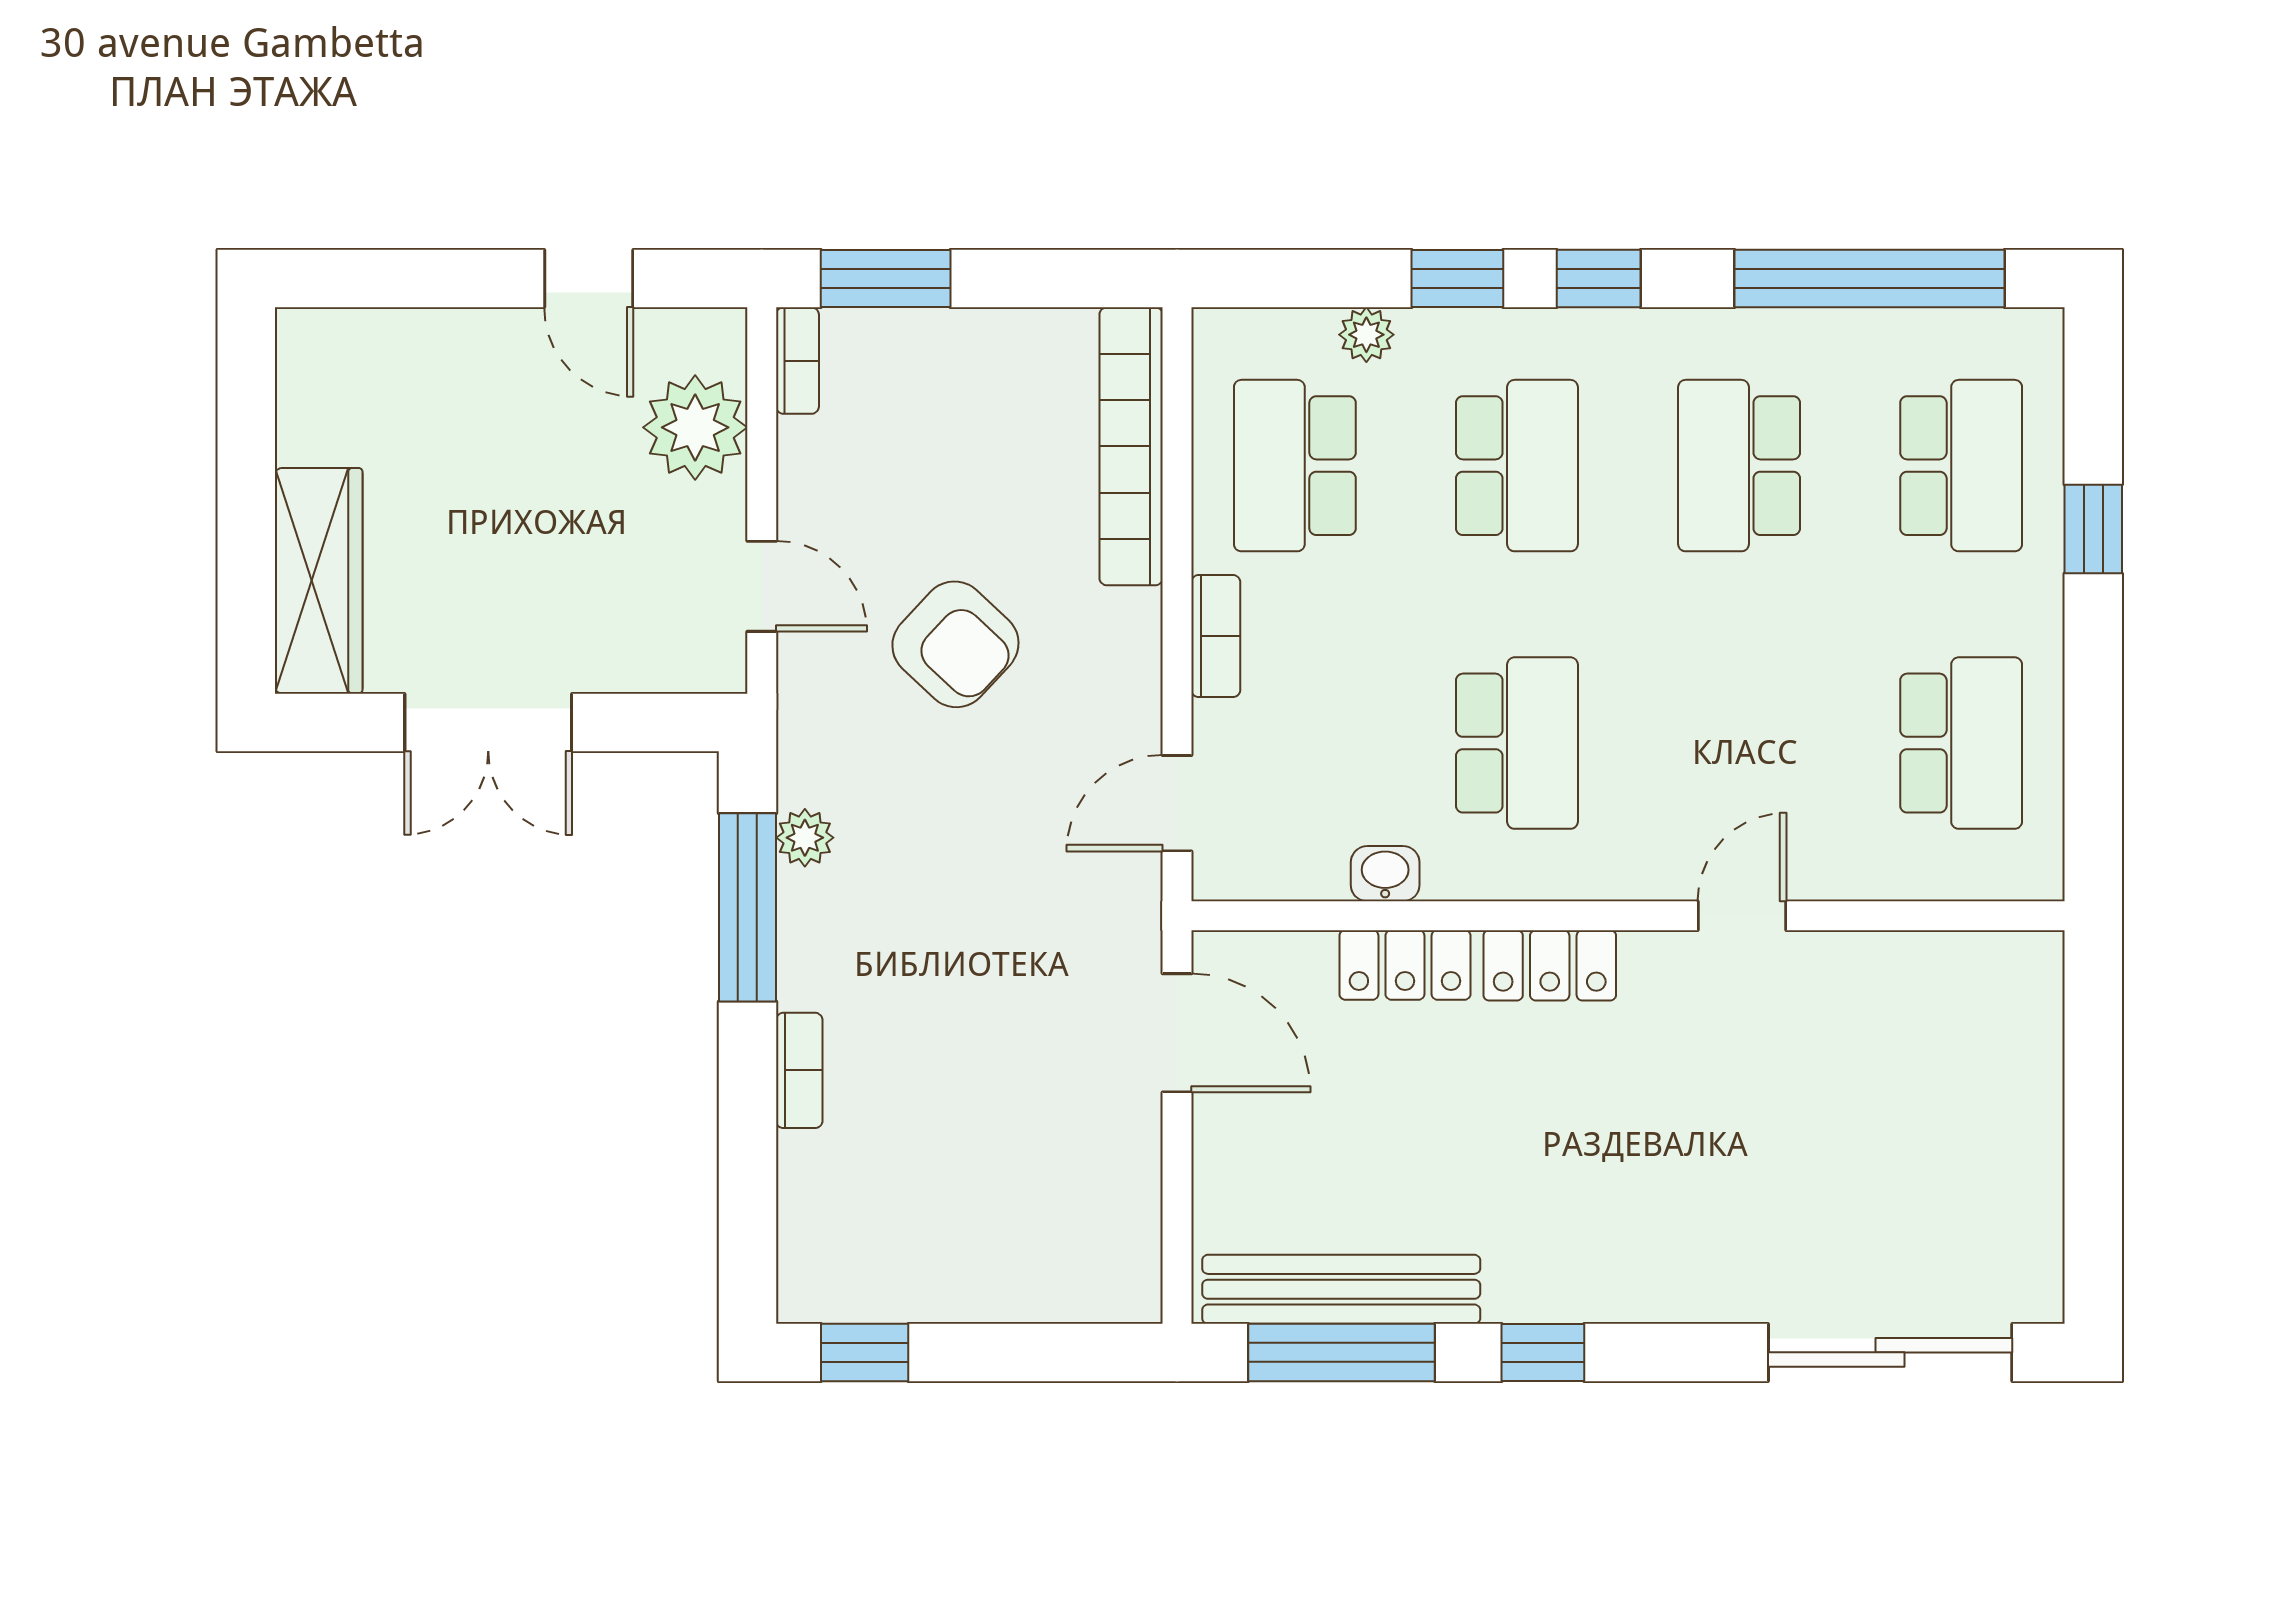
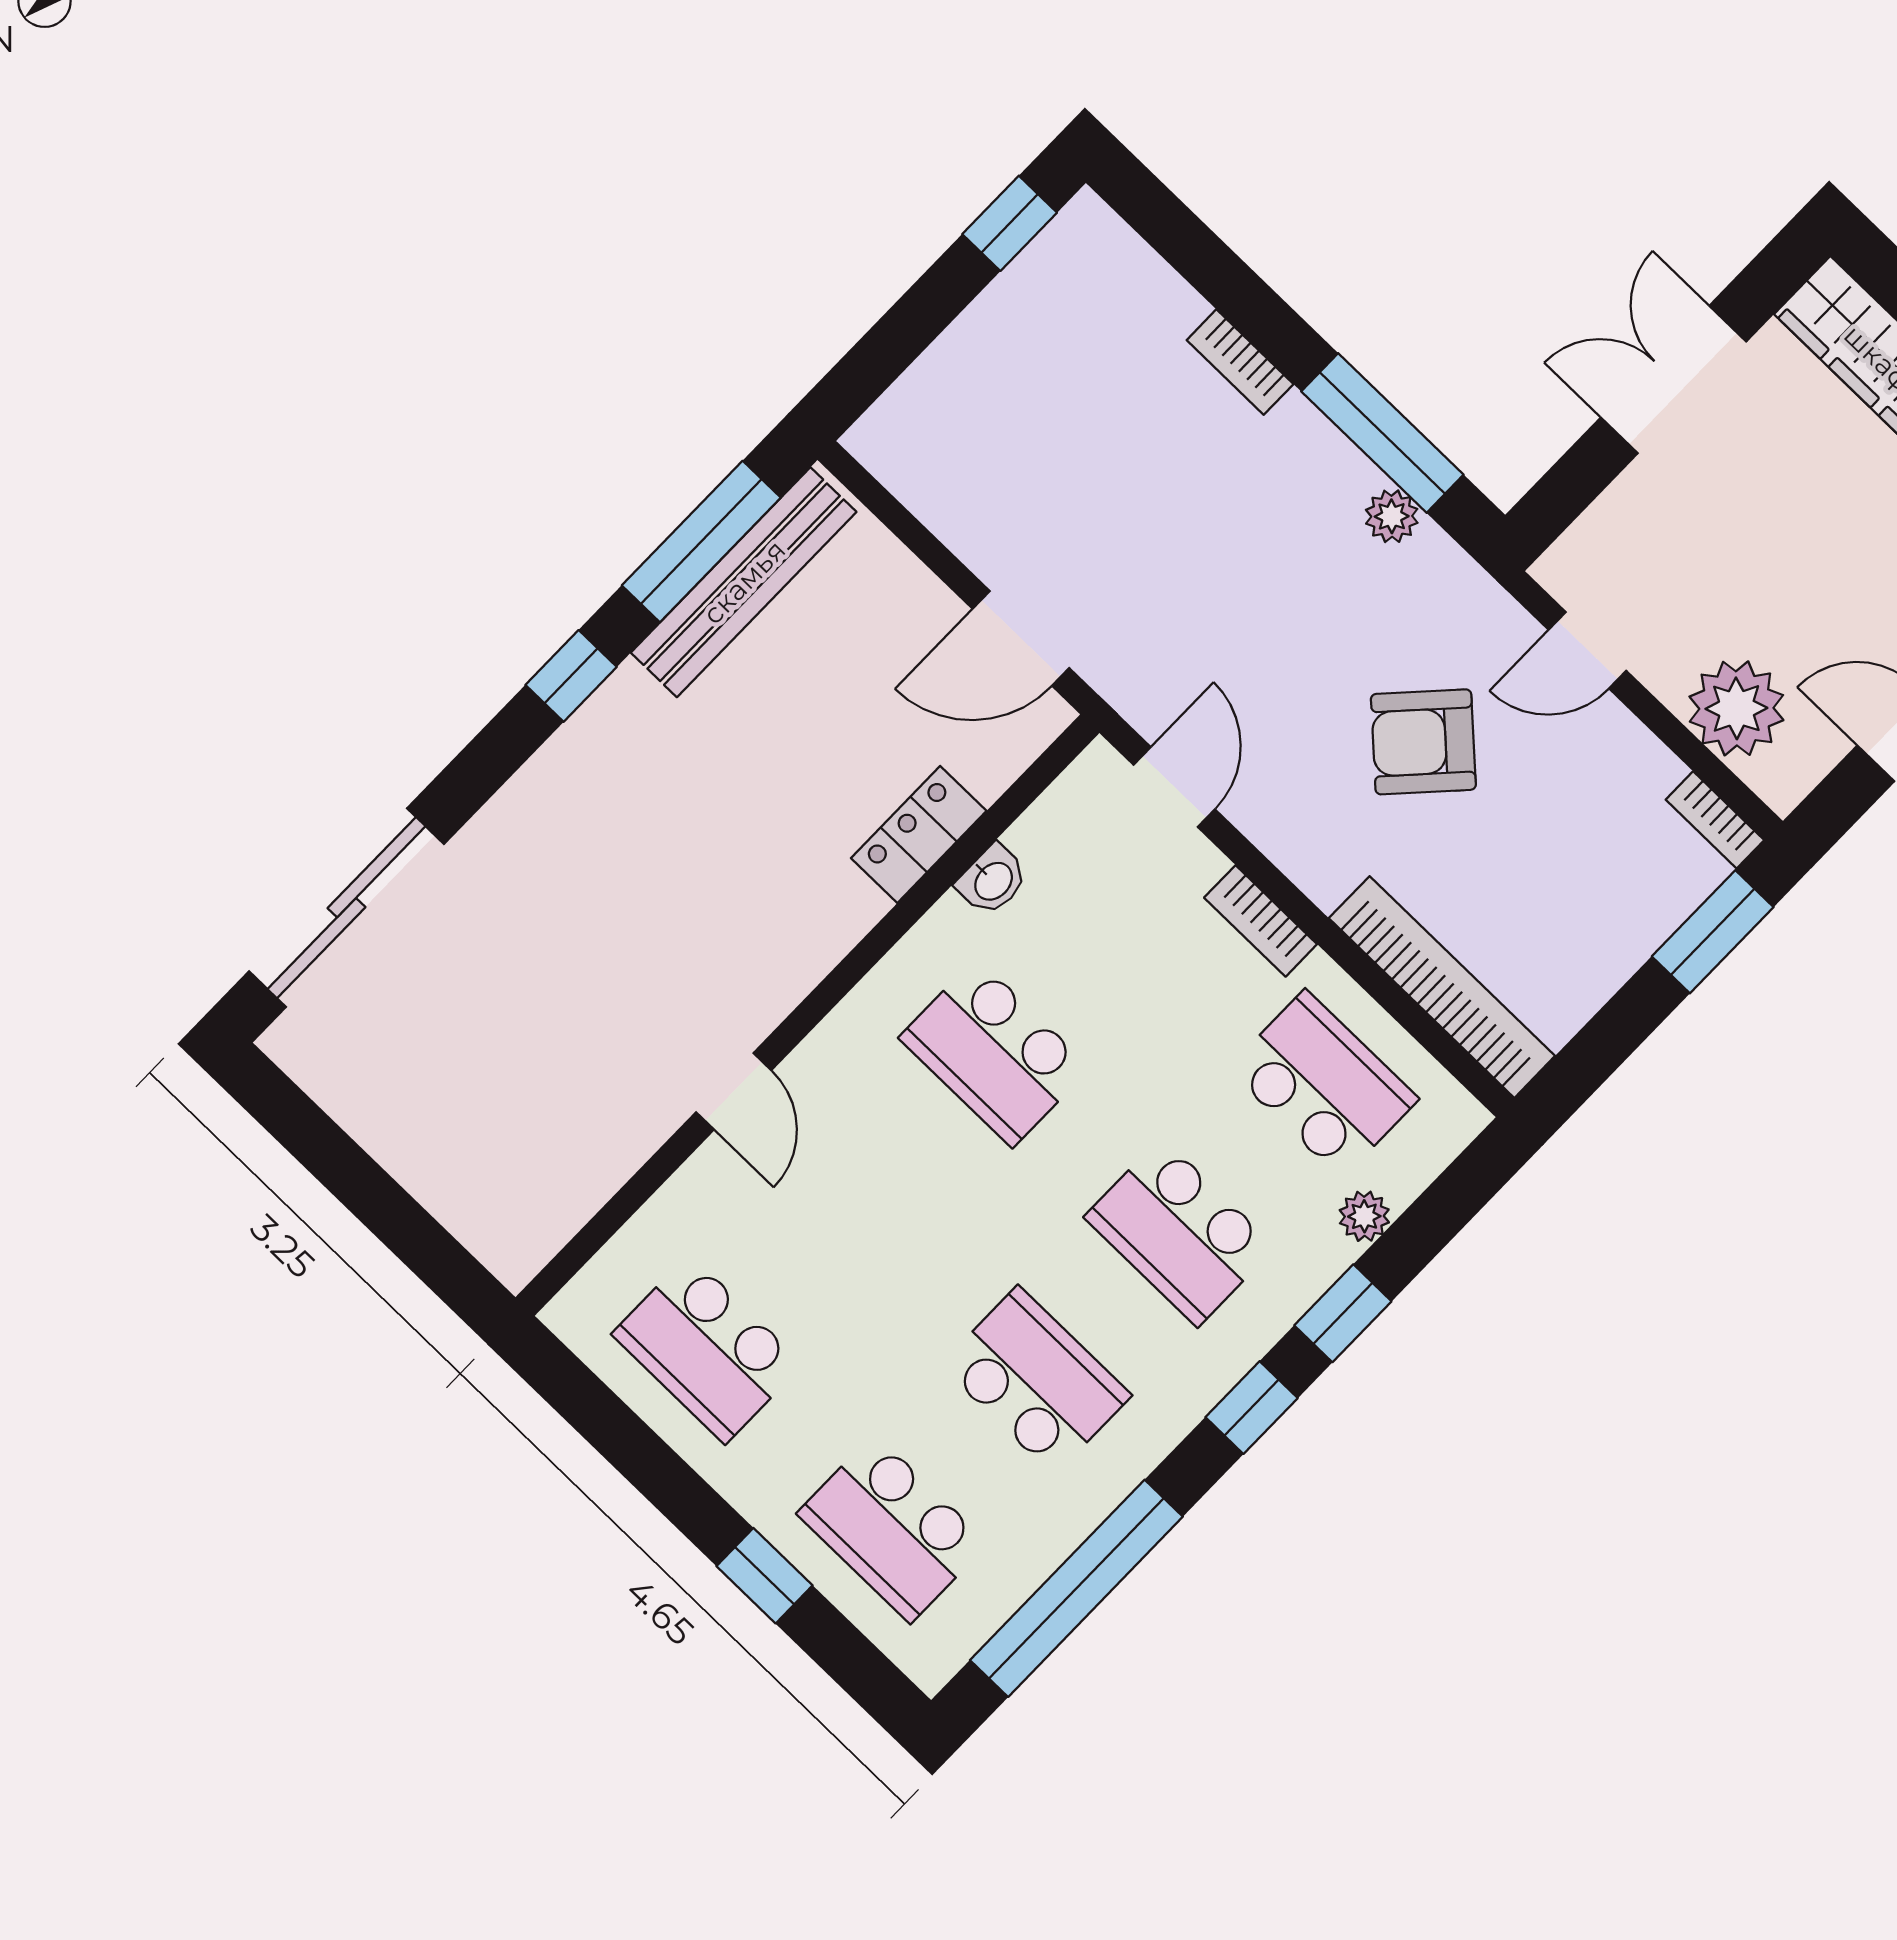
locker: (1550, 965) -> (825, 931), removed

